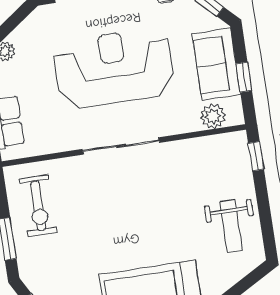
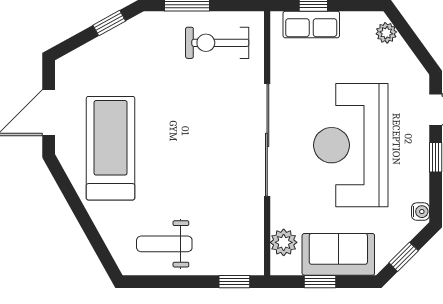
reception desk: (114, 68) -> (351, 145), turned 180
sliding door: (121, 146) -> (267, 140), width x1.36

